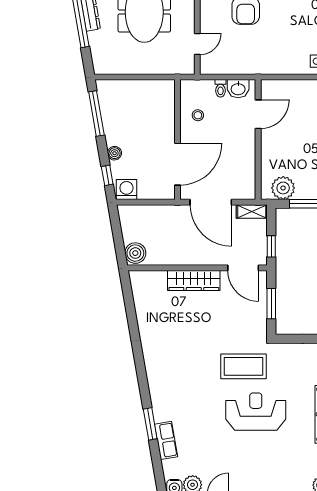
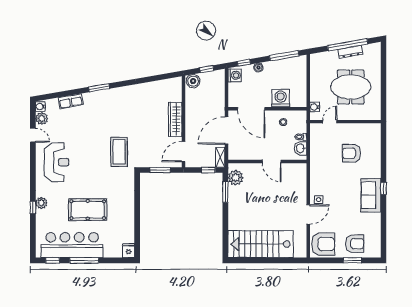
door: (197, 44) -> (330, 122), swing flipped
water cooler: (175, 67) -> (315, 107), added
door: (258, 114) -> (272, 161), moved
washing machine: (162, 119) -> (281, 98), added
window: (117, 232) -> (207, 69), added
window: (271, 246) -> (208, 170), moved
reception desk: (256, 412) -> (57, 162), moved
window: (150, 424) -> (99, 88), moved

